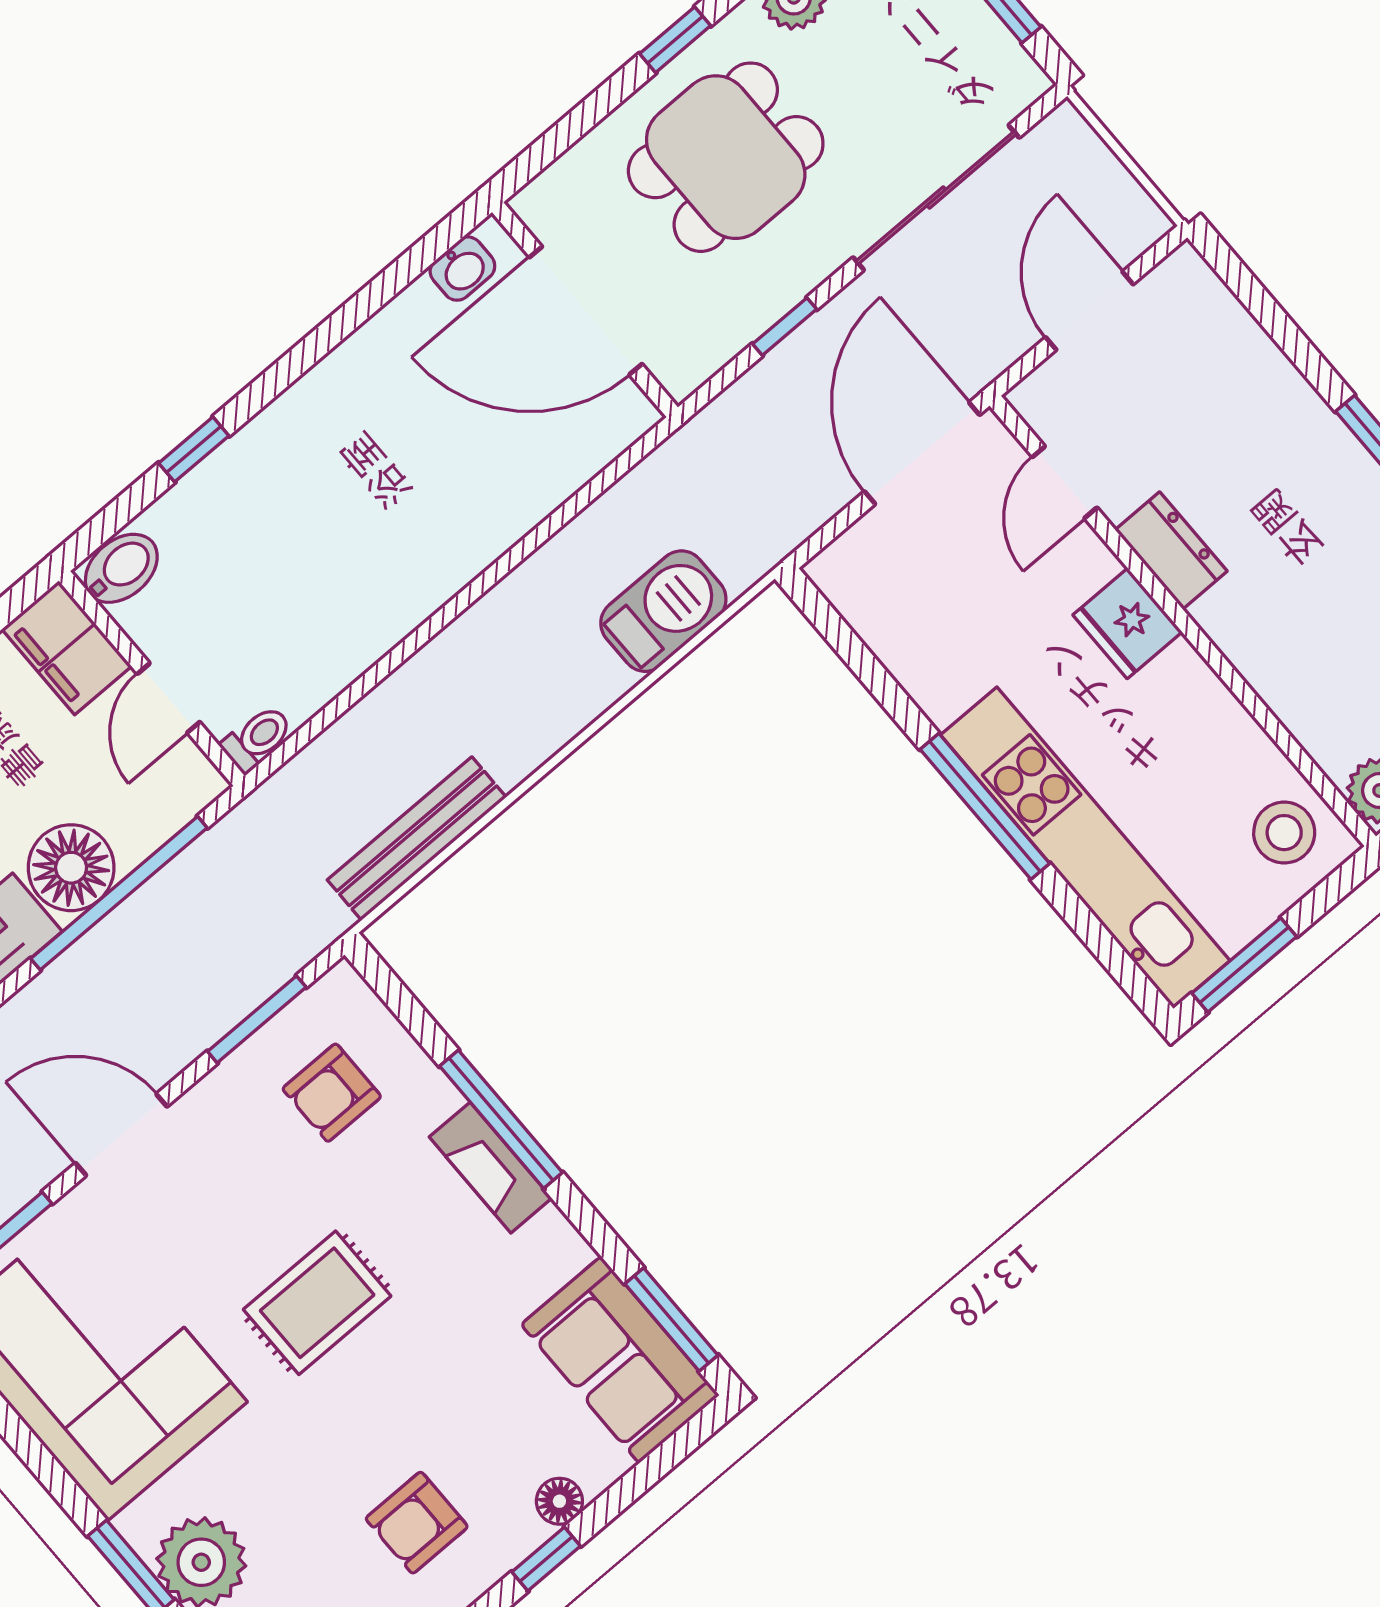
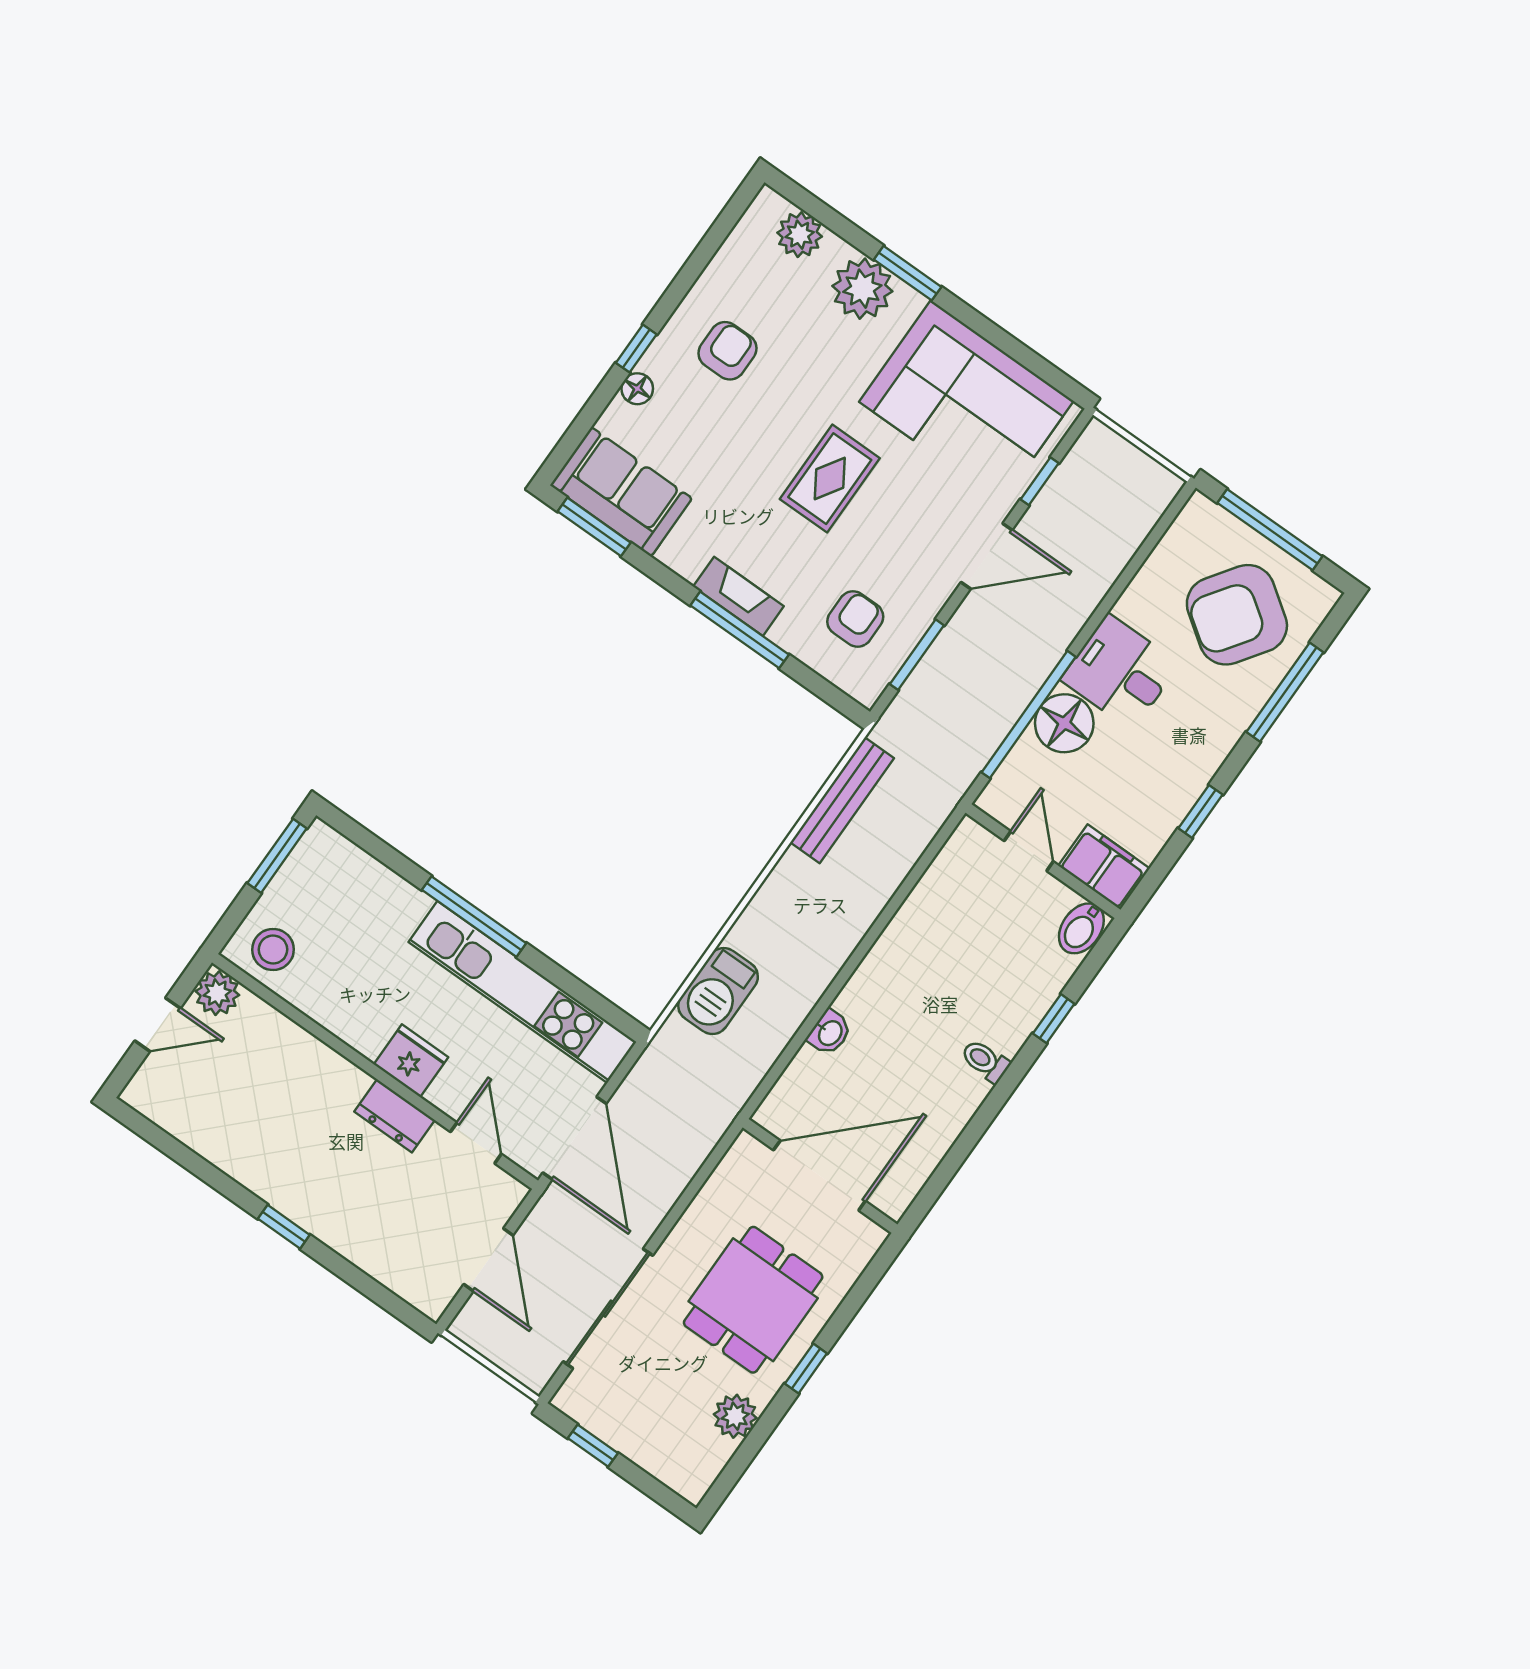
washbasin: (462, 269) -> (830, 1033), moved, turned 180
window: (785, 327) -> (686, 1198), removed
toilet: (257, 738) -> (985, 1061), moved, turned 90
kitchen unit: (1085, 848) -> (522, 992), moved

